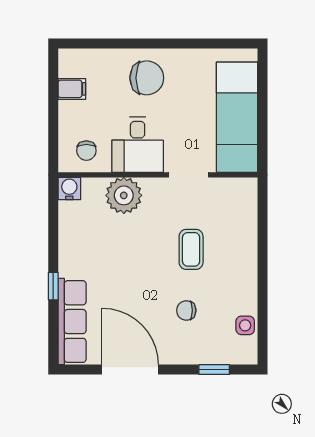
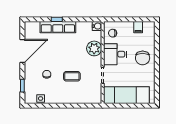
row of seats: (72, 322) -> (58, 27), moved

